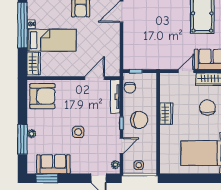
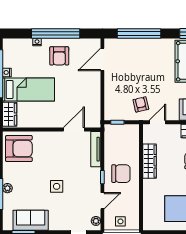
armchair: (158, 54) -> (141, 104), added
door: (186, 71) -> (157, 122), moved
chair: (130, 88) -> (111, 140), removed
wardrobe: (166, 114) -> (149, 161), width x1.50

